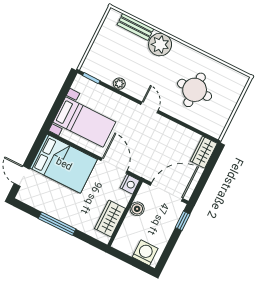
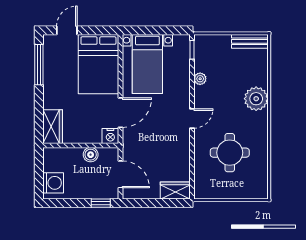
bench: (135, 27) -> (250, 41), moved, turned 90
door: (167, 192) -> (120, 174), width x0.73
wardrobe: (110, 219) -> (53, 127), moved, turned 90
window: (57, 224) -> (39, 65), moved

